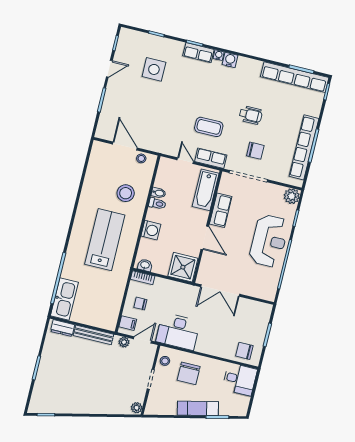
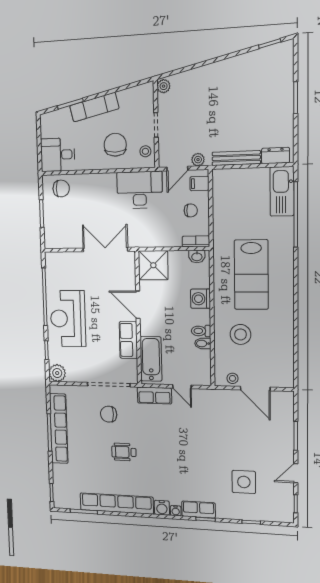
row of seats: (295, 77) -> (117, 503), moved
coffee table: (209, 127) -> (166, 430), removed

